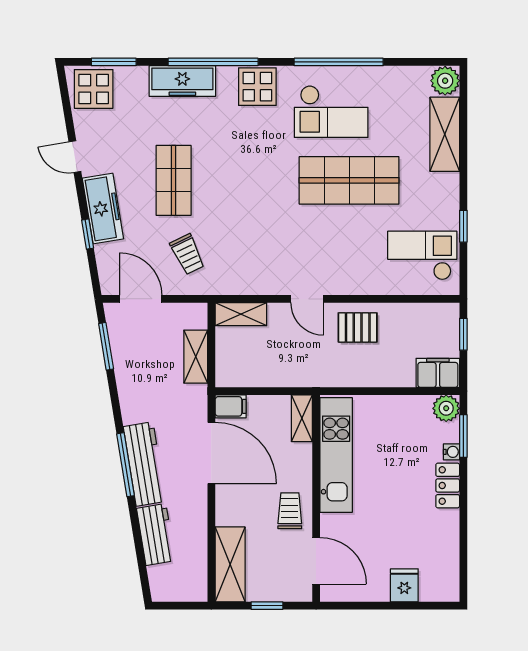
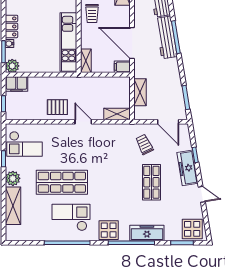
plant: (445, 81) -> (13, 178), moved

